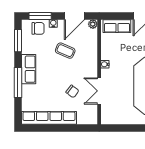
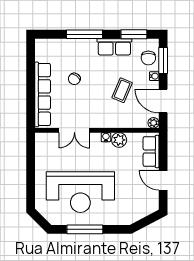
plant: (107, 53) -> (119, 140), added
row of seats: (29, 69) -> (114, 47), moved
chair: (72, 91) -> (74, 79), moved
double door: (99, 91) -> (74, 130), swing flipped
row of seats: (49, 118) -> (43, 94), moved

